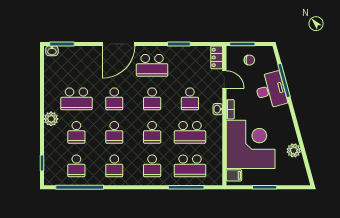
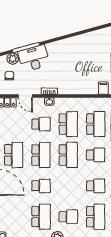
door: (224, 80) -> (25, 96), swing flipped
school desk: (152, 99) -> (41, 155), width x1.85
school desk: (114, 132) -> (68, 186), removed
school desk: (152, 132) -> (68, 155), width x1.85
corner desk: (251, 144) -> (78, 75), removed
plant: (294, 150) -> (13, 59), moved
school desk: (76, 166) -> (96, 217), width x1.85

